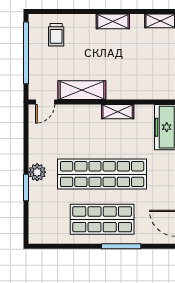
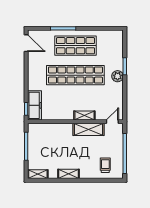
shelving: (118, 112) -> (84, 115), moved

